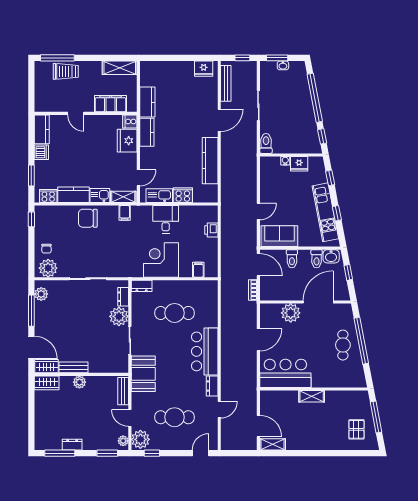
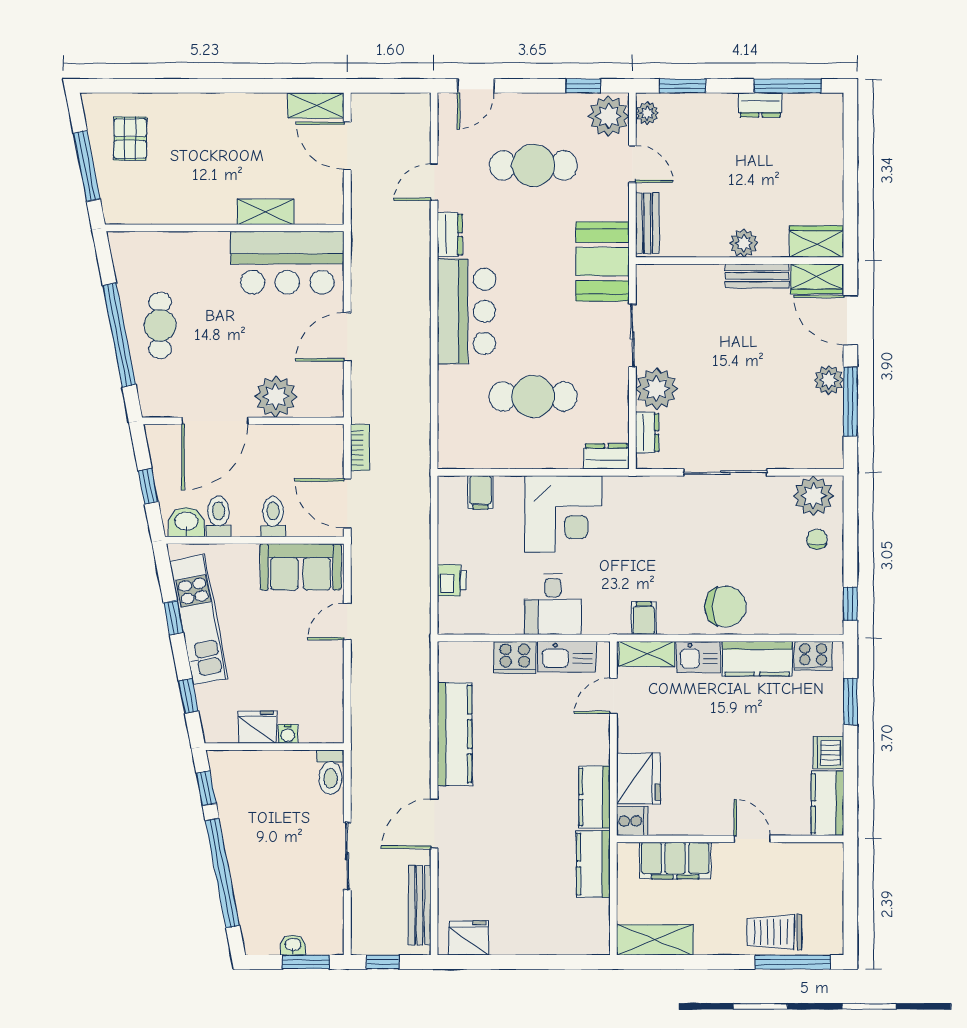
plant: (41, 294) -> (829, 380), moved
shelving: (312, 396) -> (265, 212), moved

